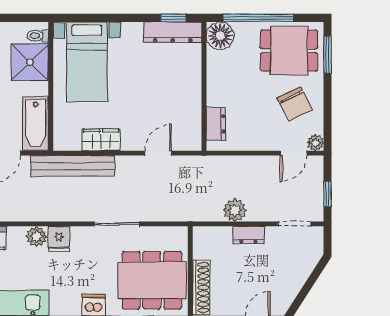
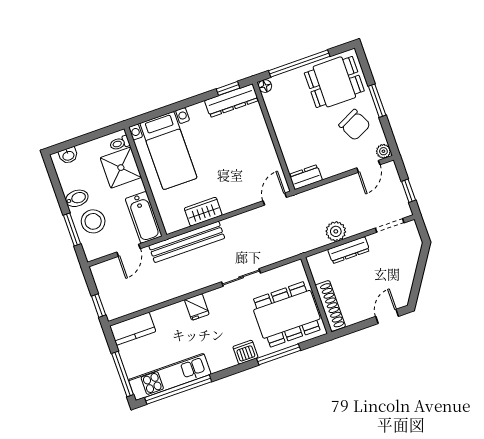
floor lamp: (220, 36) -> (265, 86), width x0.53, depth x0.53
window: (327, 55) -> (377, 101), moved
dresser: (216, 124) -> (306, 177), moved, turned -90
door: (158, 153) -> (275, 199), moved
dresser: (248, 235) -> (349, 250), width x1.44
plant: (36, 237) -> (177, 312), removed

